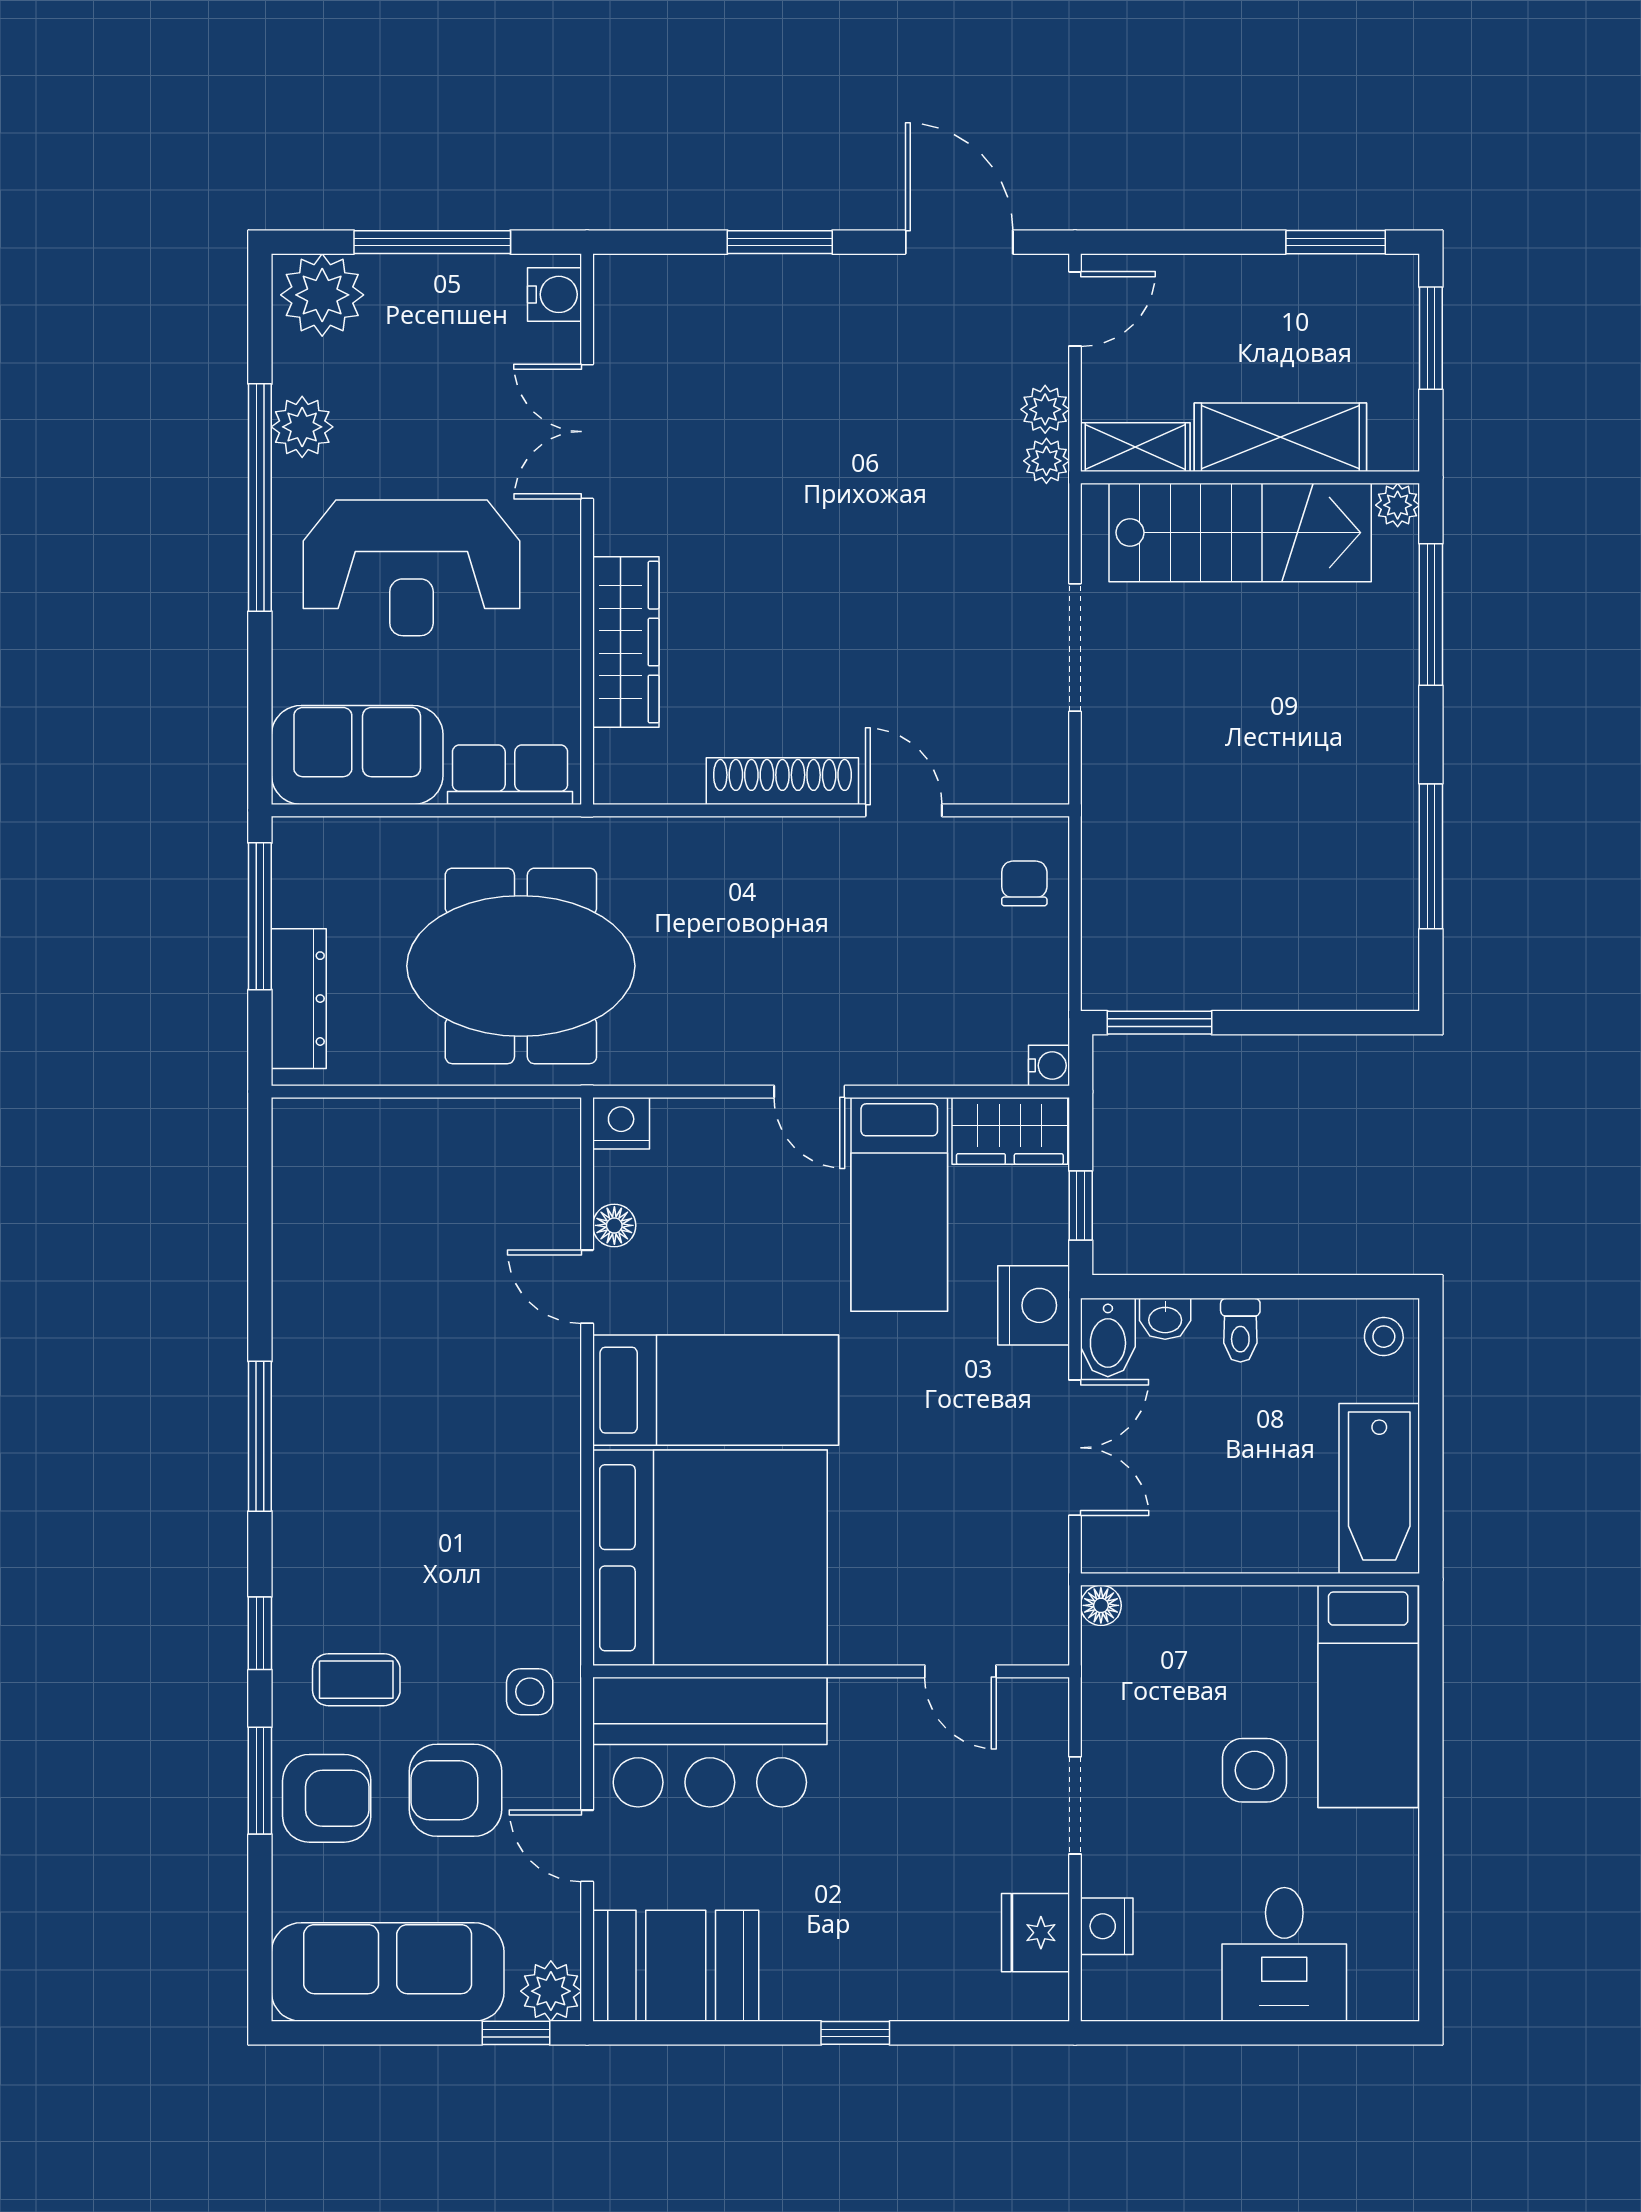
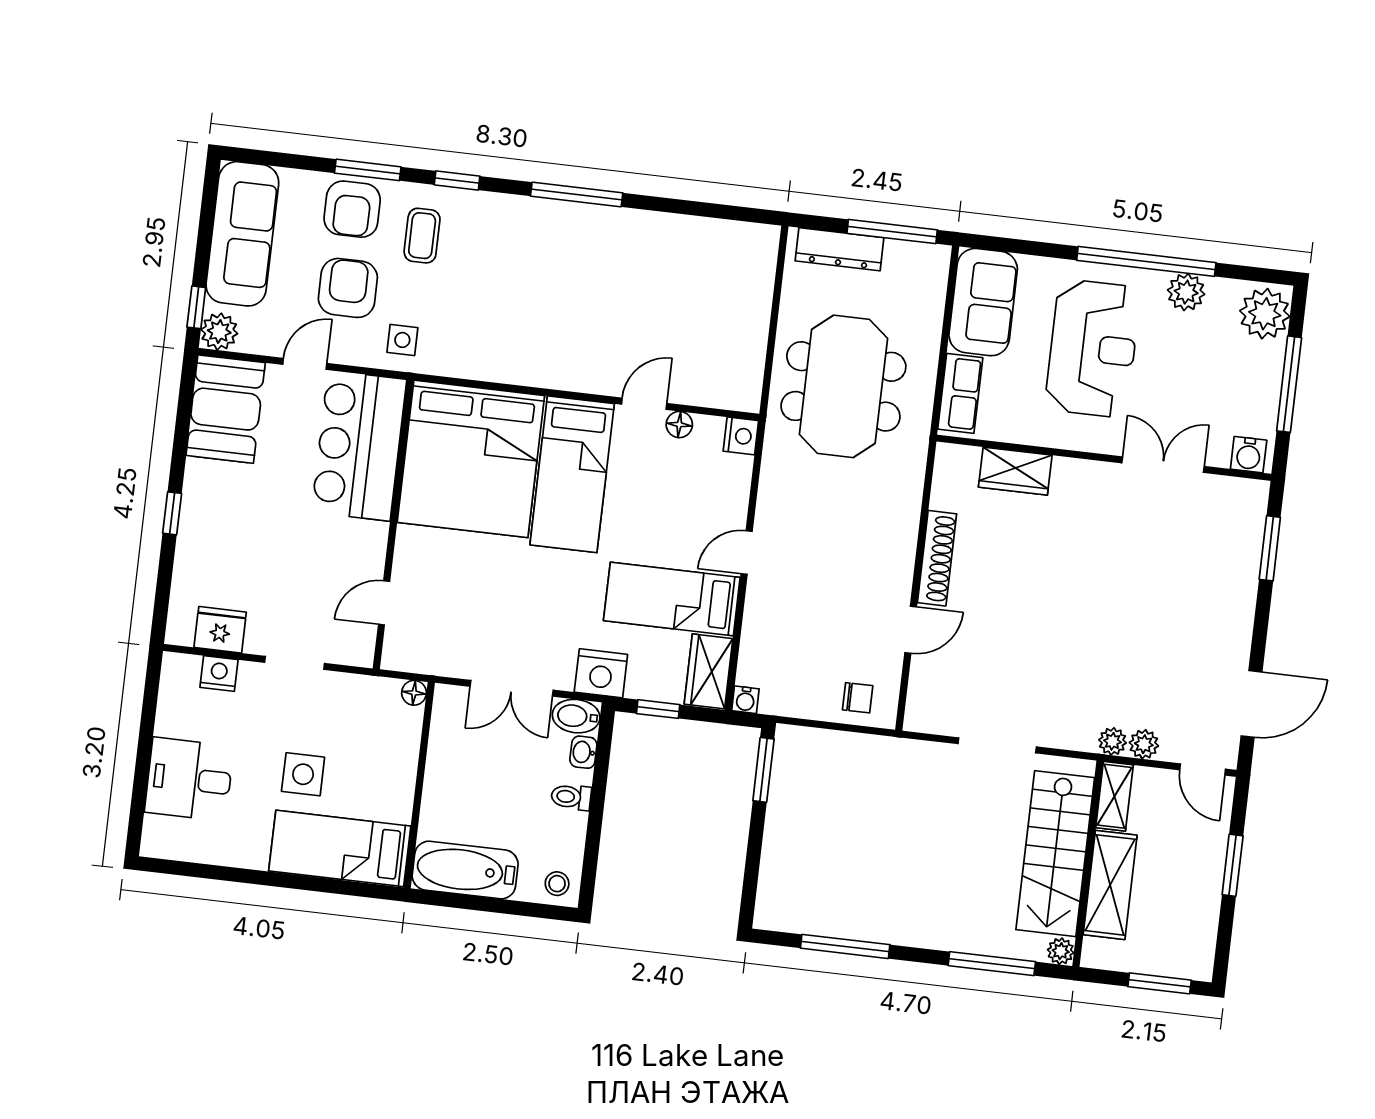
window: (780, 242) -> (1270, 548), moved
window: (1336, 242) -> (1233, 865), moved
reception desk: (411, 568) -> (1093, 348), turned 180
wardrobe: (626, 642) -> (1015, 471), width x0.67

